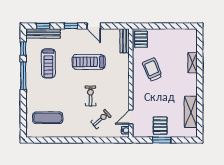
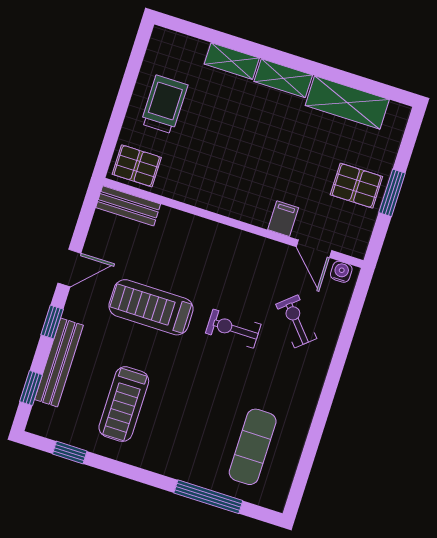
bench: (43, 33) -> (59, 362), moved
treadmill: (89, 62) -> (151, 307), turned 90
treadmill: (48, 63) -> (124, 404), turned 90
trolley: (152, 70) -> (164, 104), moved, turned 113
window: (23, 76) -> (208, 497), moved
shelving: (192, 85) -> (283, 78), added
filing cabinet: (139, 102) -> (283, 219), added

